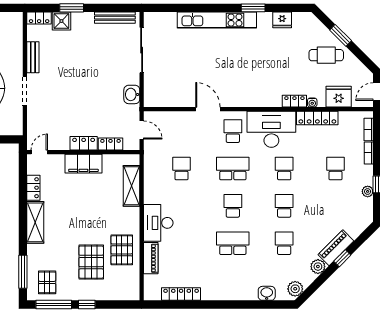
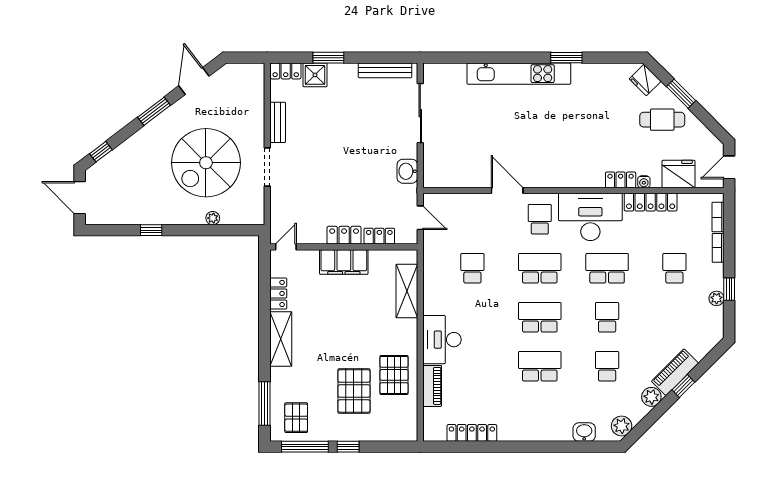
fridge: (282, 20) -> (645, 80), moved, turned 45
school desk: (284, 168) -> (607, 268), width x1.85
school desk: (233, 206) -> (540, 317), width x1.85

